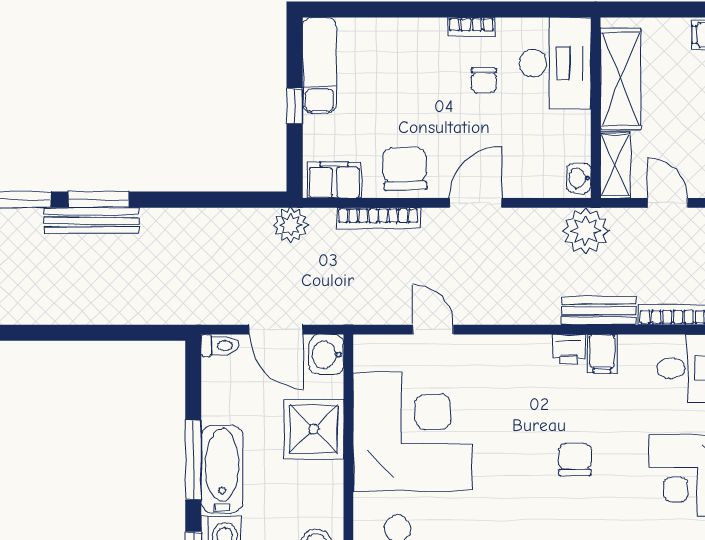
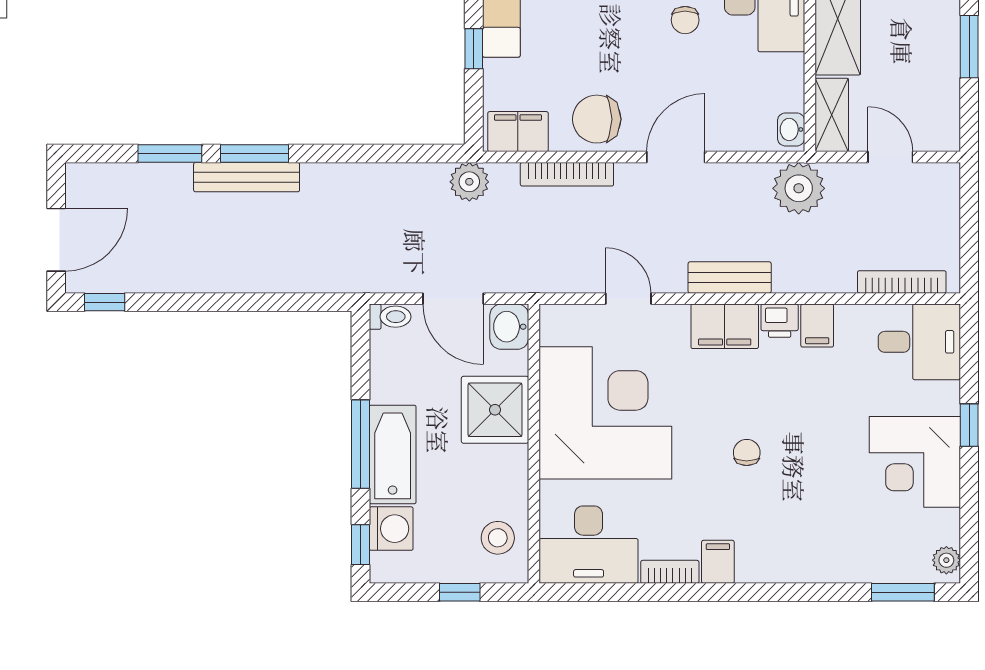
chair: (405, 169) -> (597, 119), turned -88
bench: (599, 311) -> (730, 277), moved
filing cabinet: (519, 354) -> (725, 326), added
chair: (575, 459) -> (747, 453), moved, width x0.73, depth x0.73

